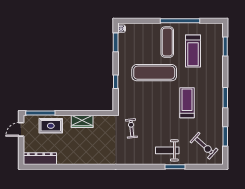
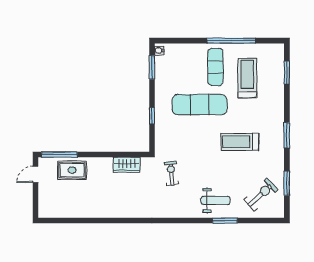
treadmill: (193, 51) -> (247, 78), turned 180
treadmill: (187, 103) -> (240, 142), turned -90
wardrobe: (82, 121) -> (127, 165), moved
exercise bike: (204, 146) -> (261, 195), turned -85
weight bench: (167, 150) -> (216, 200), turned 180
dresser: (40, 159) -> (59, 211), removed

